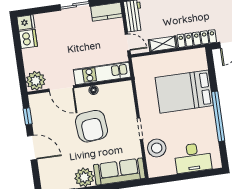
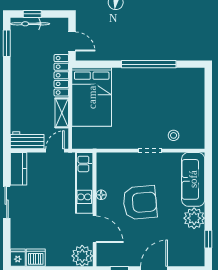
door: (61, 89) -> (95, 229), hinge flipped
bed: (184, 92) -> (92, 97), moved
stool: (157, 148) -> (174, 135), width x0.53, depth x0.53
desk: (193, 158) -> (190, 98), removed

